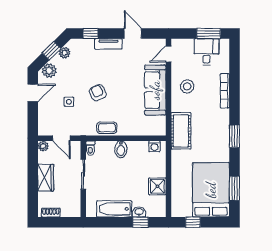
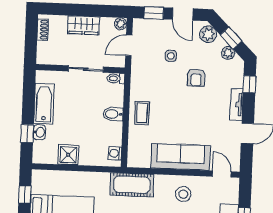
armchair: (98, 93) -> (196, 78), moved, turned 115
window: (33, 118) -> (154, 13), added
coffee table: (107, 128) -> (142, 113), moved

